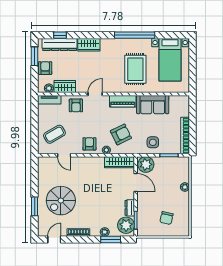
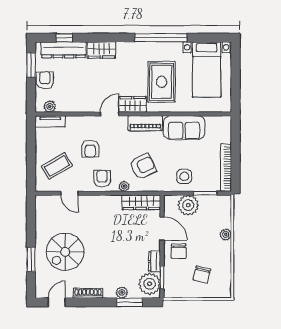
wardrobe: (65, 87) -> (133, 104), moved
armchair: (76, 105) -> (90, 149), moved
plant: (146, 164) -> (188, 205), moved
chair: (148, 200) -> (179, 251), added

